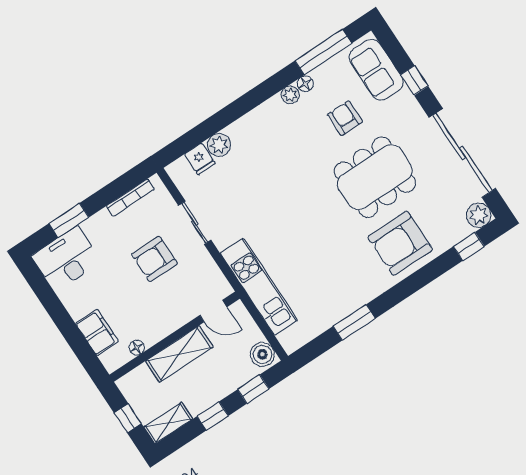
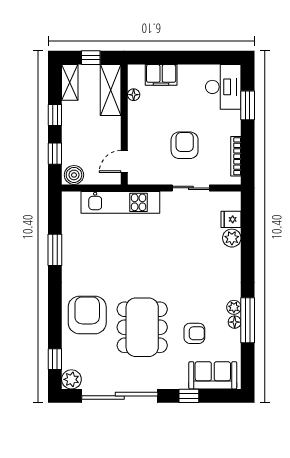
window: (323, 52) -> (248, 320), moved
shelving: (179, 354) -> (111, 90), moved

